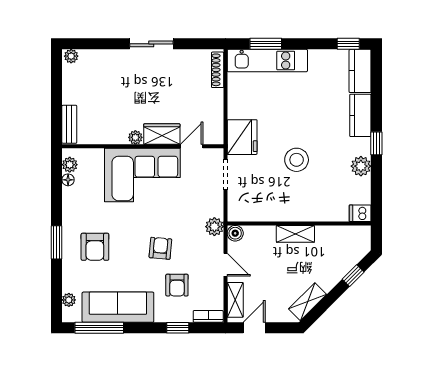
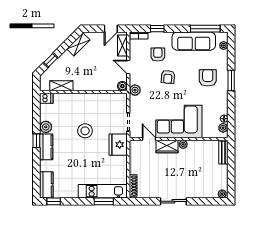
kitchen counter: (360, 115) -> (46, 147), moved
door: (192, 146) -> (149, 139), swing flipped
shelving: (295, 234) -> (61, 86), moved

